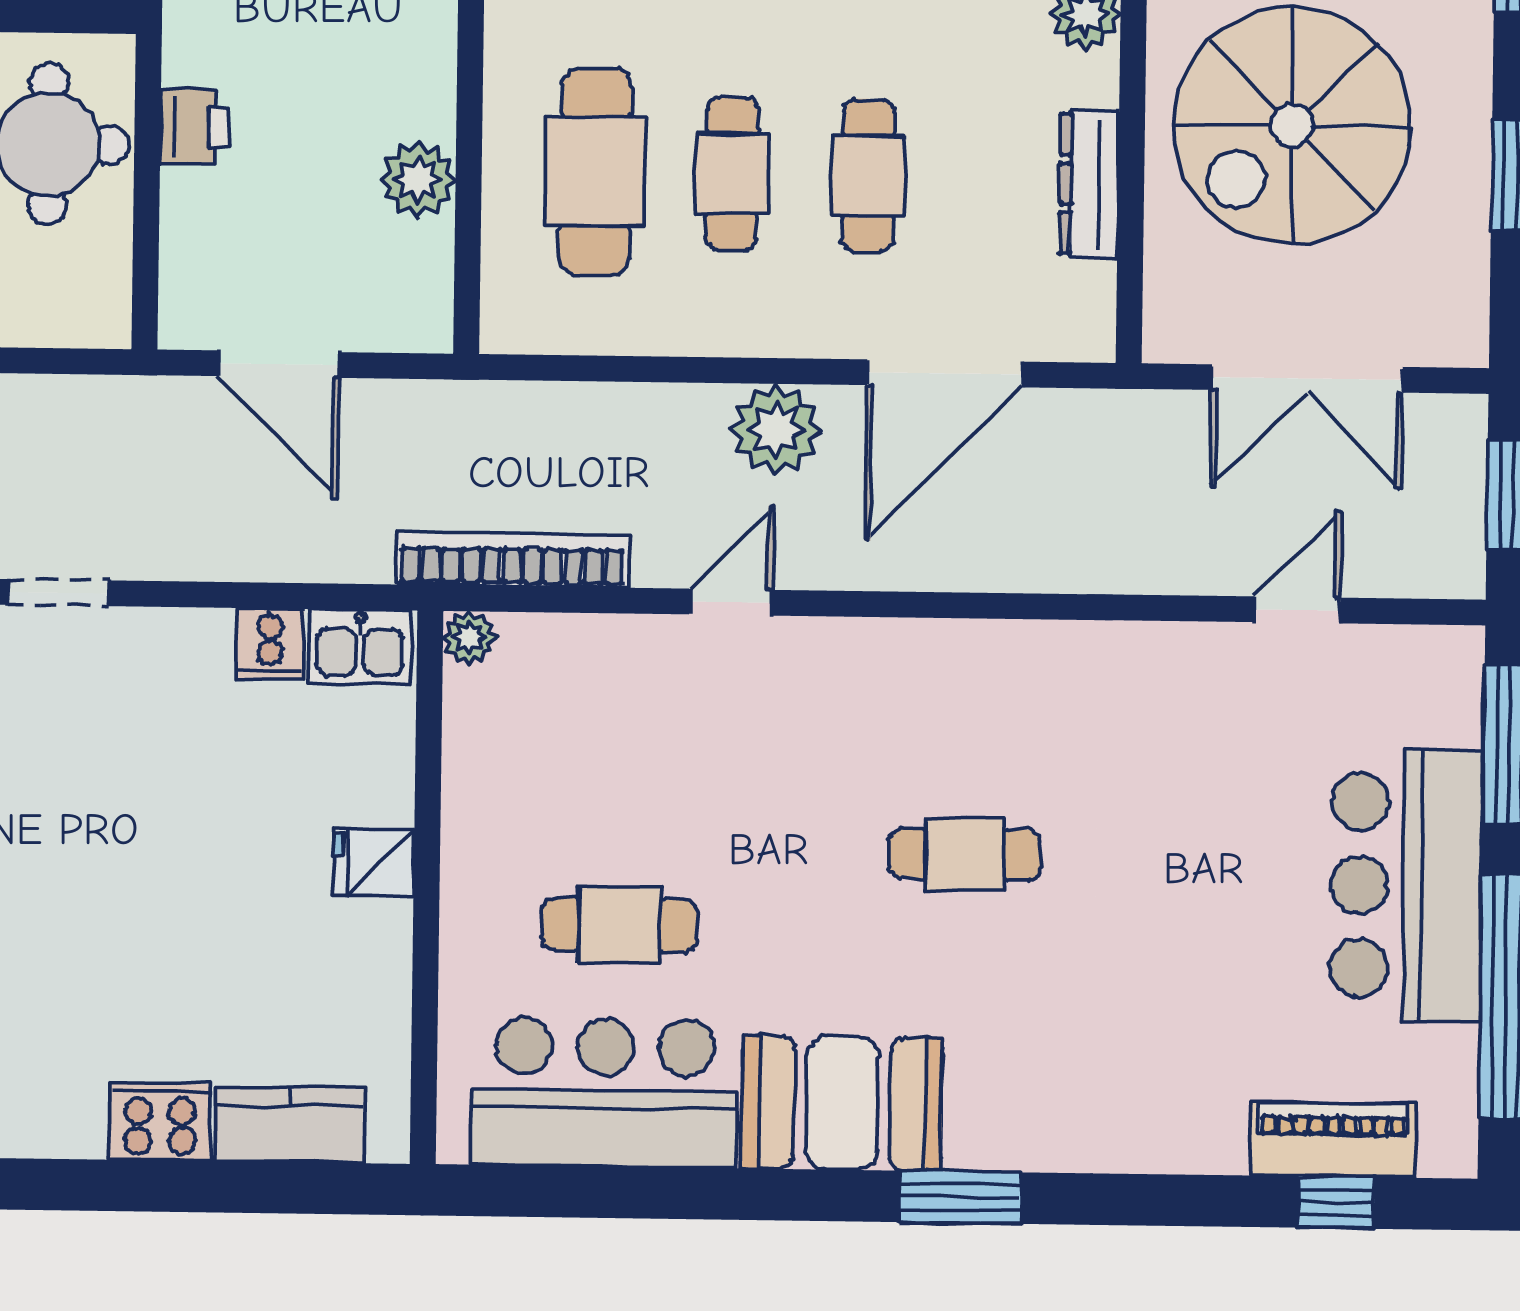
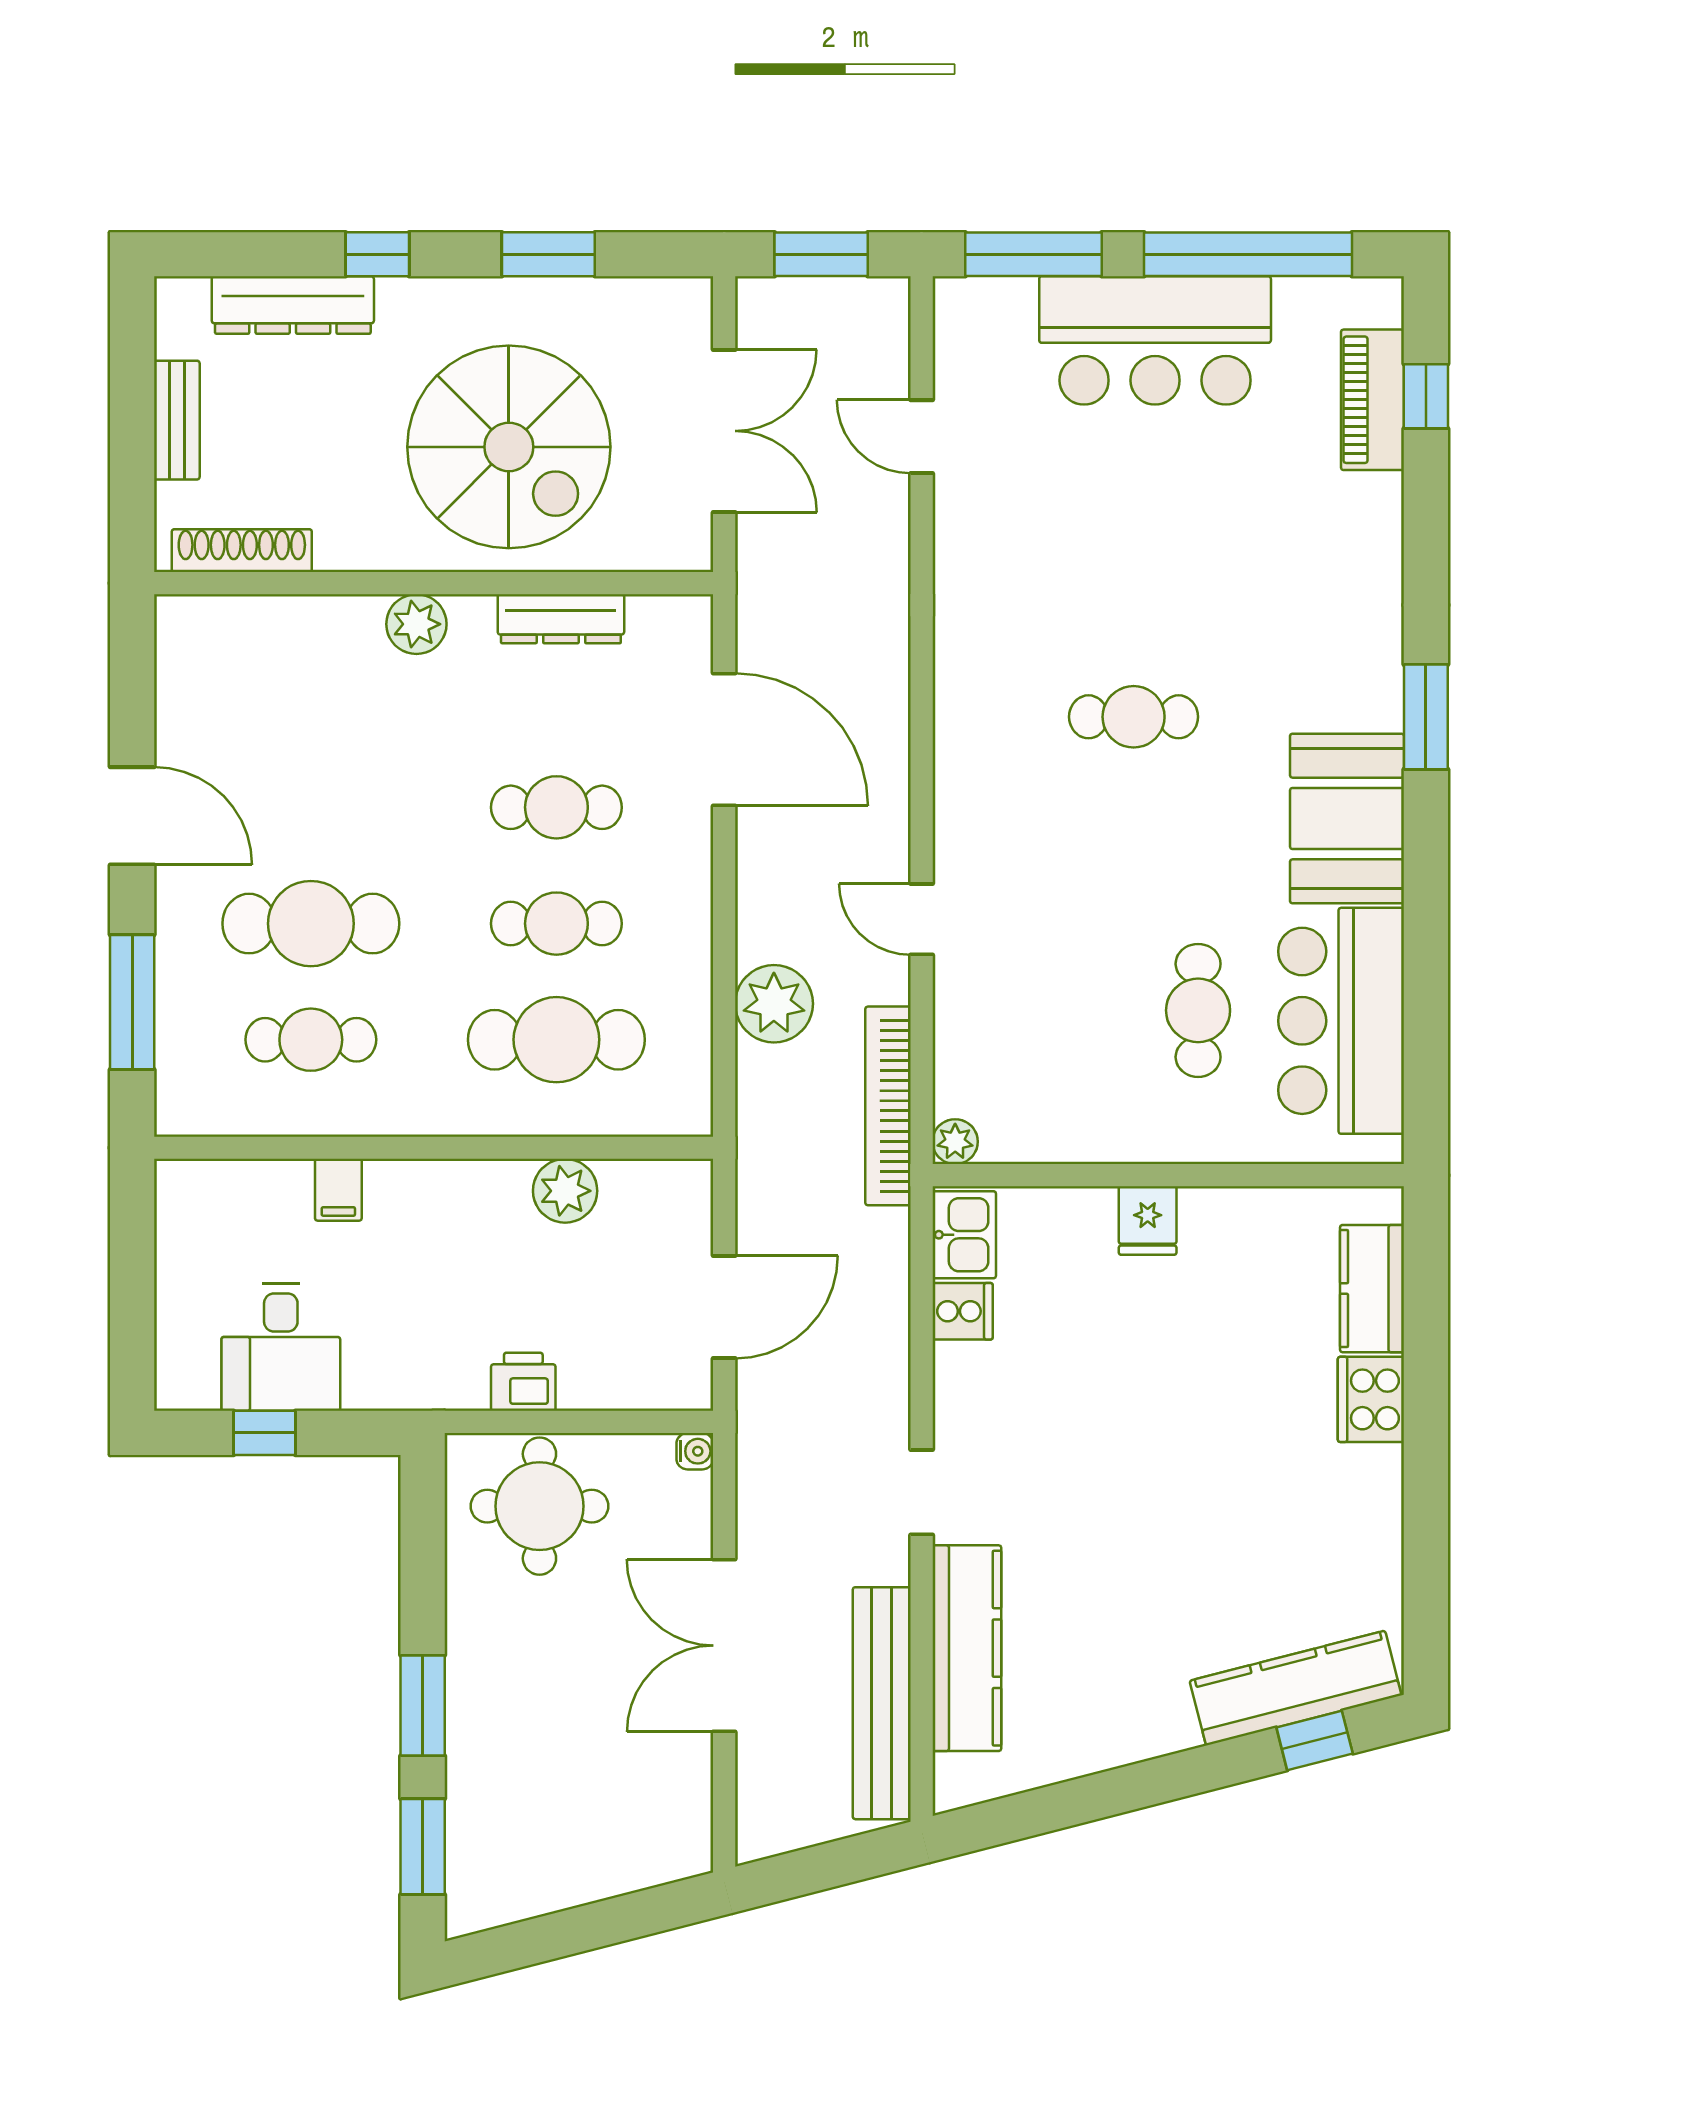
water cooler: (110, 327) -> (695, 1451), added
plant: (776, 430) -> (774, 1004), moved
cafe table: (965, 854) -> (1134, 717), turned 90

